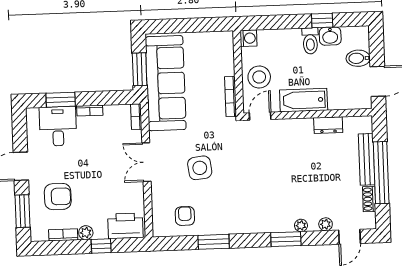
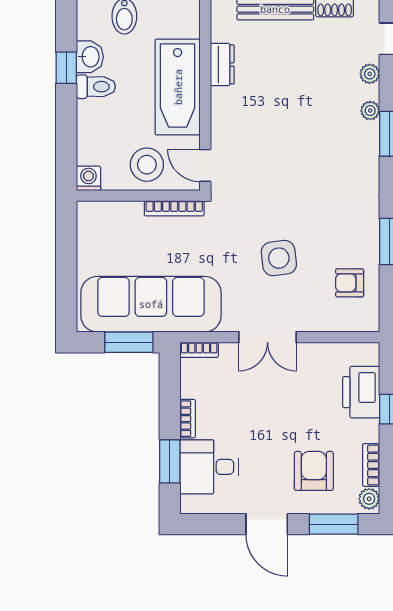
bathtub: (304, 100) -> (178, 87), width x1.36, depth x1.36
printer: (125, 226) -> (361, 392), moved
plant: (86, 233) -> (369, 499), moved

